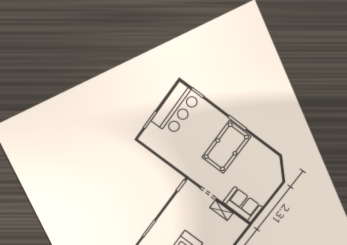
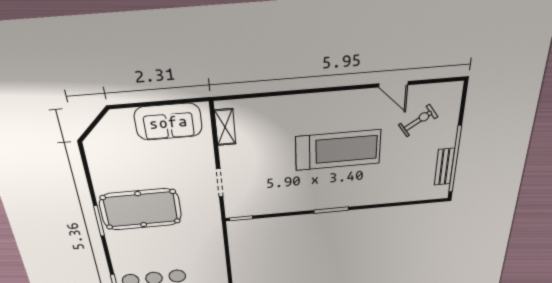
sofa: (243, 205) -> (168, 122), moved, turned -90
shelving: (221, 210) -> (225, 127), moved

